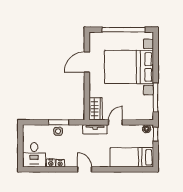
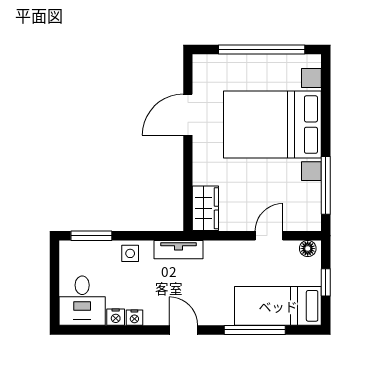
window: (59, 122) -> (91, 236), moved
door: (115, 122) -> (269, 236), moved
tv unit: (95, 129) -> (179, 250), moved
window: (156, 134) -> (326, 282), moved
window: (120, 169) -> (255, 330), added

